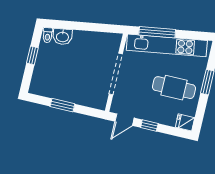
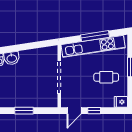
window: (157, 32) -> (95, 36), moved
cafe table: (174, 88) -> (106, 77), width x0.73, depth x0.74

